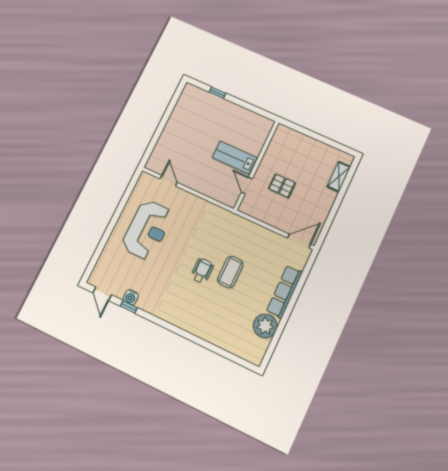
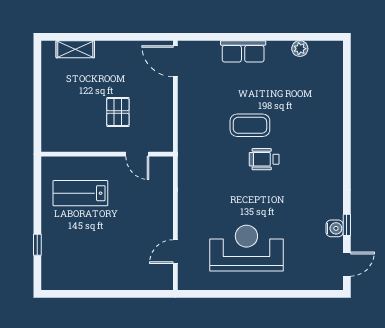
lab bench: (235, 158) -> (80, 193), moved, turned 90
door: (247, 186) -> (137, 154), hinge flipped
row of seats: (284, 292) -> (243, 51), width x0.68
plant: (265, 326) -> (300, 49), width x0.53, depth x0.53

